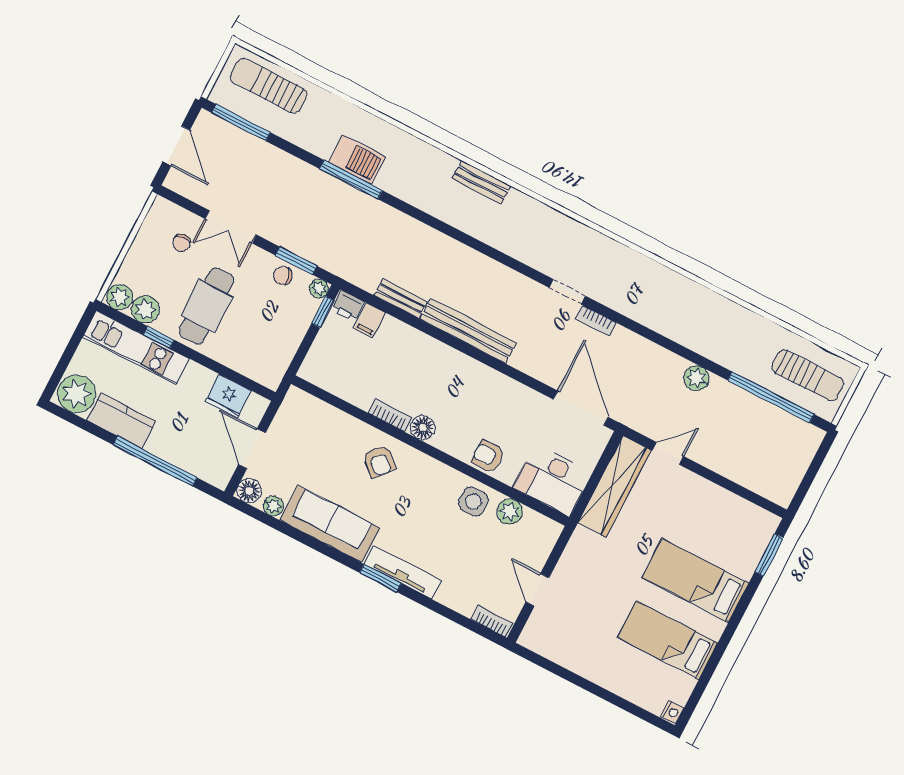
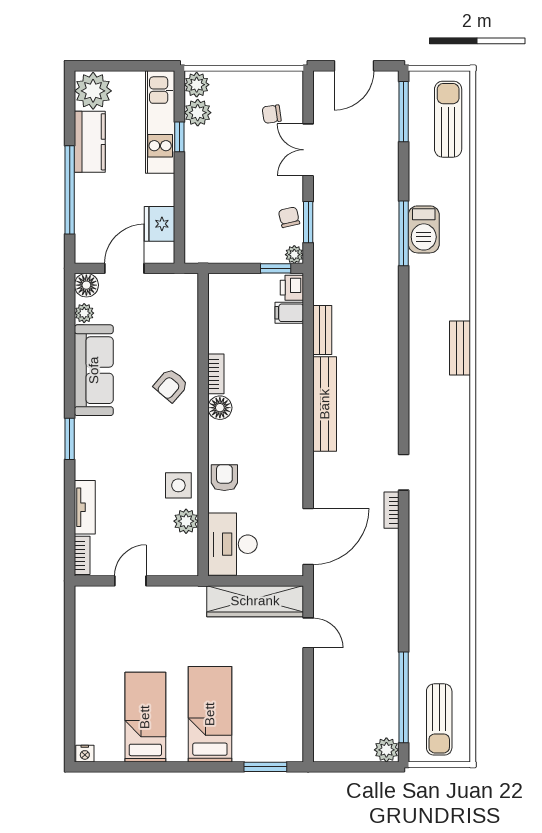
cafe table: (207, 306) -> (228, 165), removed
plant: (696, 378) -> (386, 750), moved
tv unit: (403, 572) -> (85, 507), moved, width x0.71

